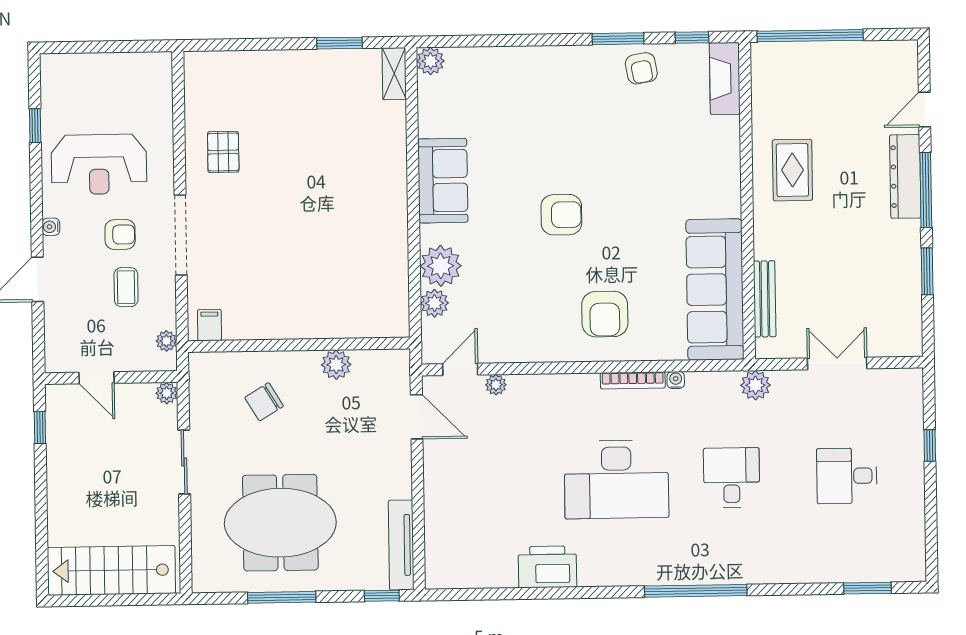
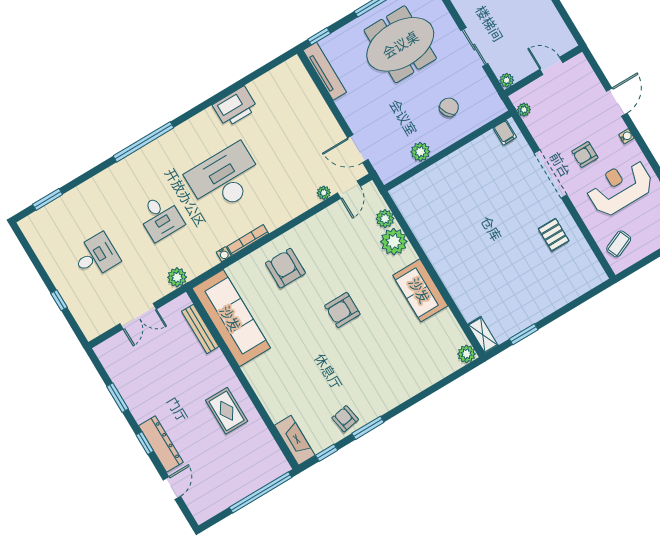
window: (926, 190) -> (145, 443), width x0.46
coffee table: (126, 287) -> (619, 244), moved, turned 67
window: (40, 428) -> (567, 19), removed

